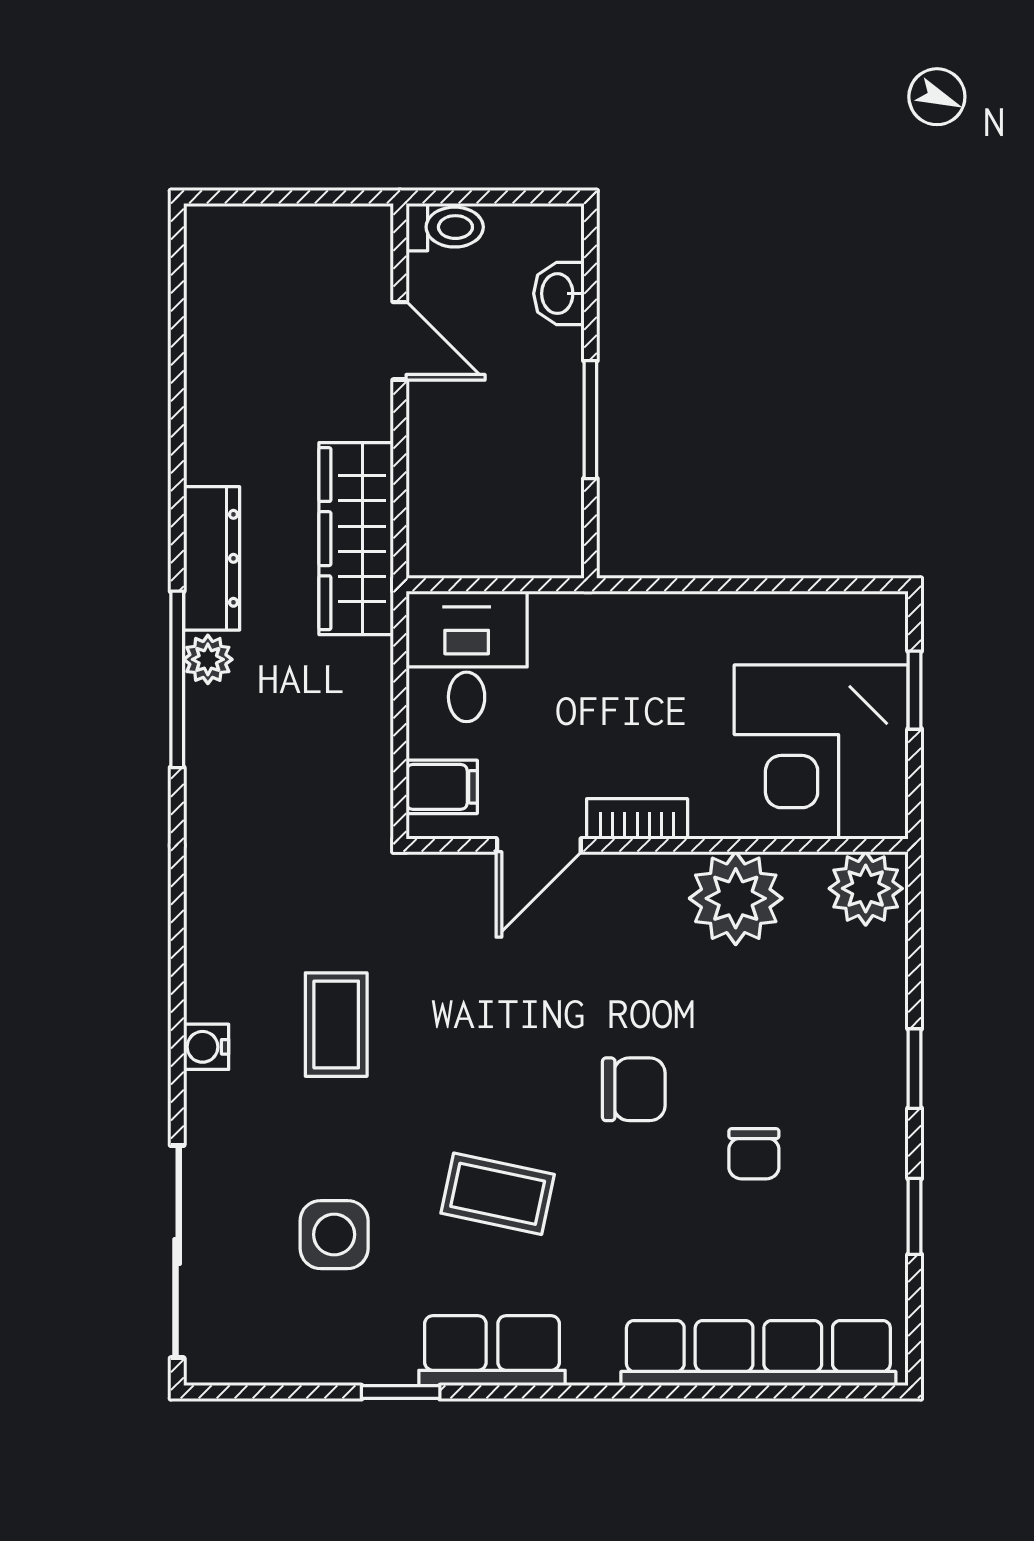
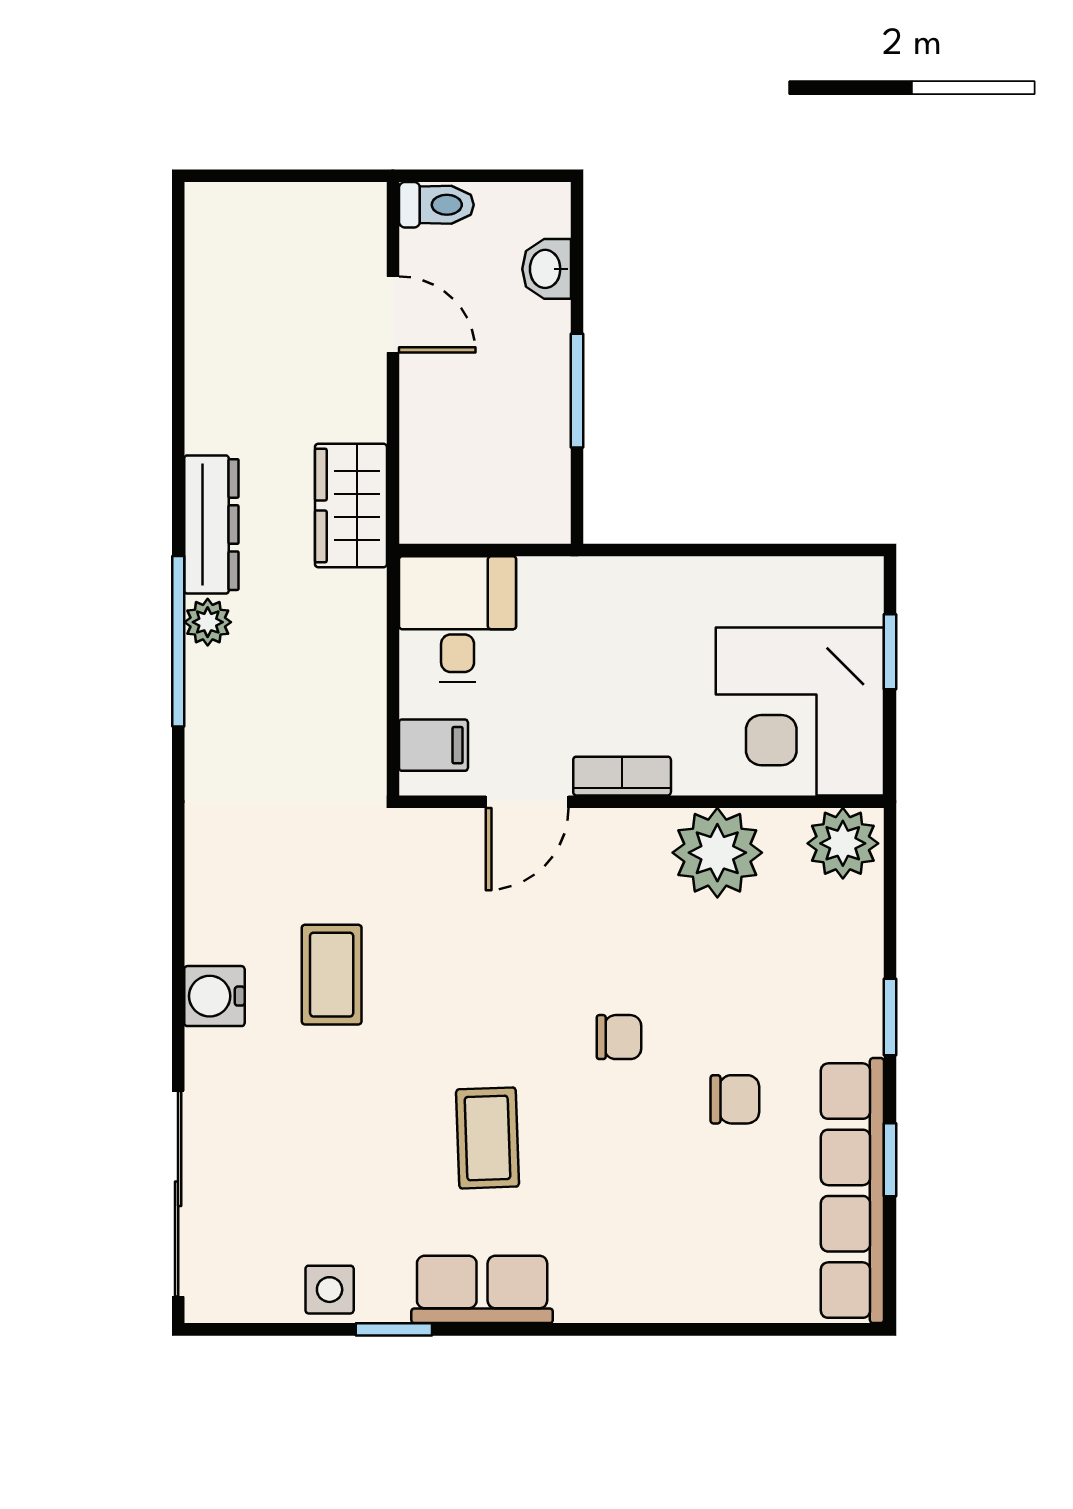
wardrobe: (356, 539) -> (351, 506), width x0.67
water cooler: (206, 1047) -> (214, 996), width x1.38, depth x1.38
chair: (634, 1089) -> (619, 1037), width x0.73, depth x0.73
chair: (754, 1154) -> (735, 1099), turned -90
coffee table: (498, 1194) -> (488, 1138), turned 76
side table: (334, 1235) -> (330, 1290), moved, width x0.73, depth x0.73
row of seats: (758, 1353) -> (852, 1191), moved, turned -90

